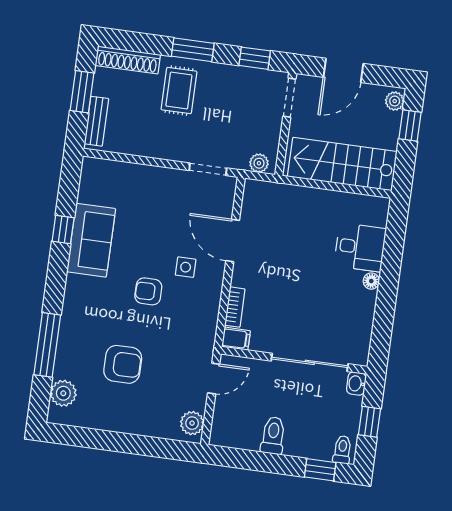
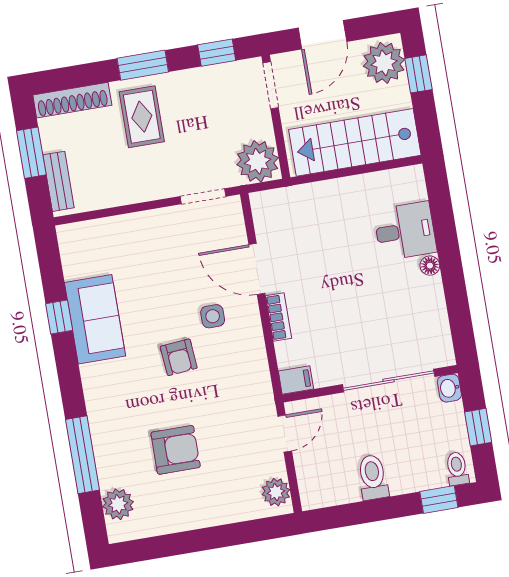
plant: (395, 101) -> (384, 63), width x1.87, depth x1.87
plant: (259, 163) -> (258, 161), width x1.88, depth x1.88
armchair: (148, 291) -> (179, 357), turned -95
bookcase: (235, 307) -> (279, 317), moved

